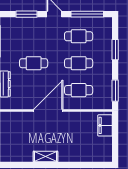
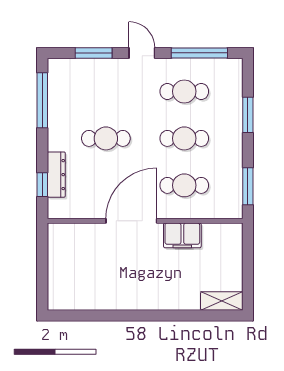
filing cabinet: (105, 125) -> (182, 235), moved, turned -90
shelving: (45, 156) -> (222, 301), moved

